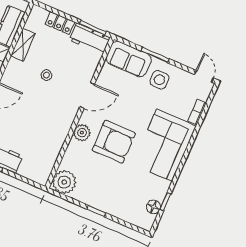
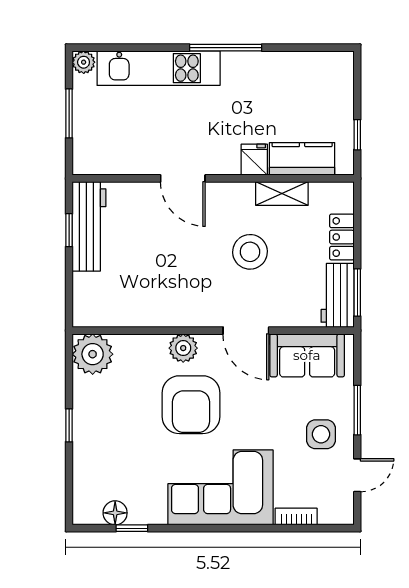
sofa: (129, 59) -> (307, 355), moved, turned -90
stool: (46, 75) -> (250, 252), width x1.89, depth x1.89
door: (204, 76) -> (357, 475), moved

